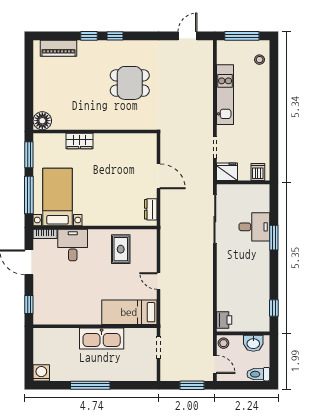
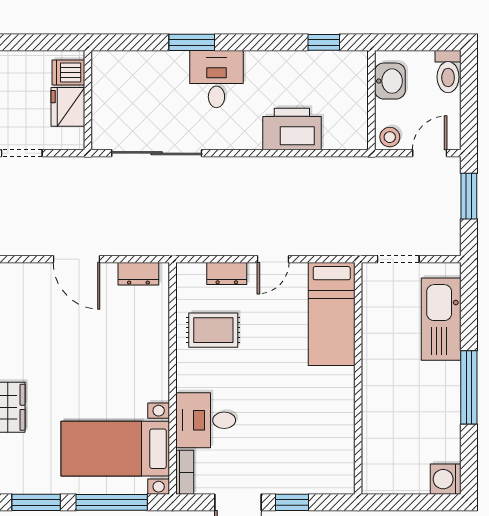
fridge: (227, 172) -> (68, 107), moved
door: (158, 176) -> (76, 259), swing flipped
desk: (254, 227) -> (216, 79), moved
dresser: (151, 256) -> (227, 274), added
window: (29, 304) -> (292, 502), moved
printer: (224, 320) -> (292, 129), moved, width x1.87, depth x1.48
kitchen sink: (102, 339) -> (441, 319), moved, turned 180

